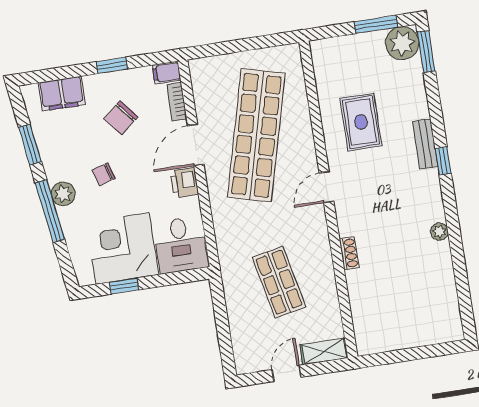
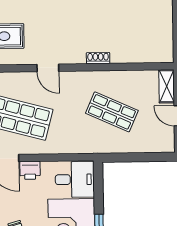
shop shelf: (279, 282) -> (112, 112), turned 36

